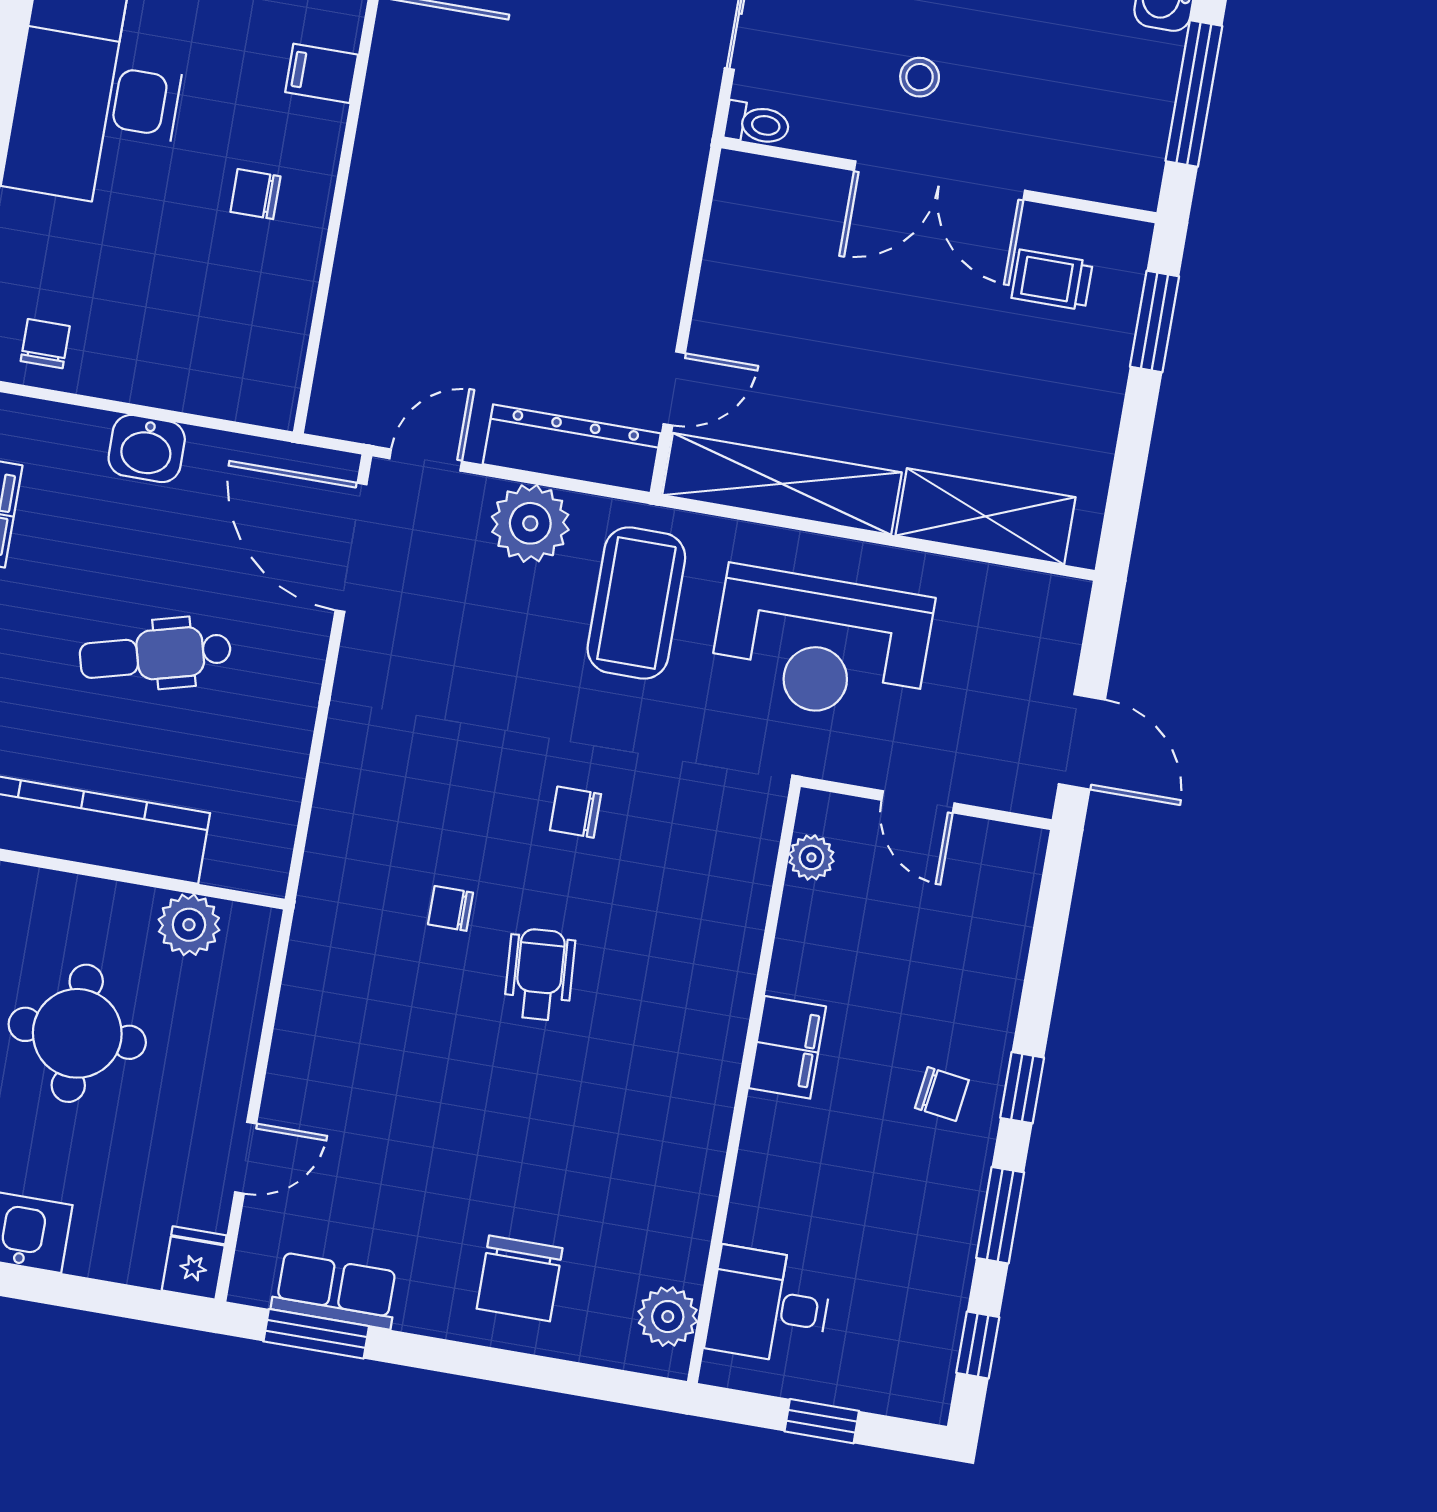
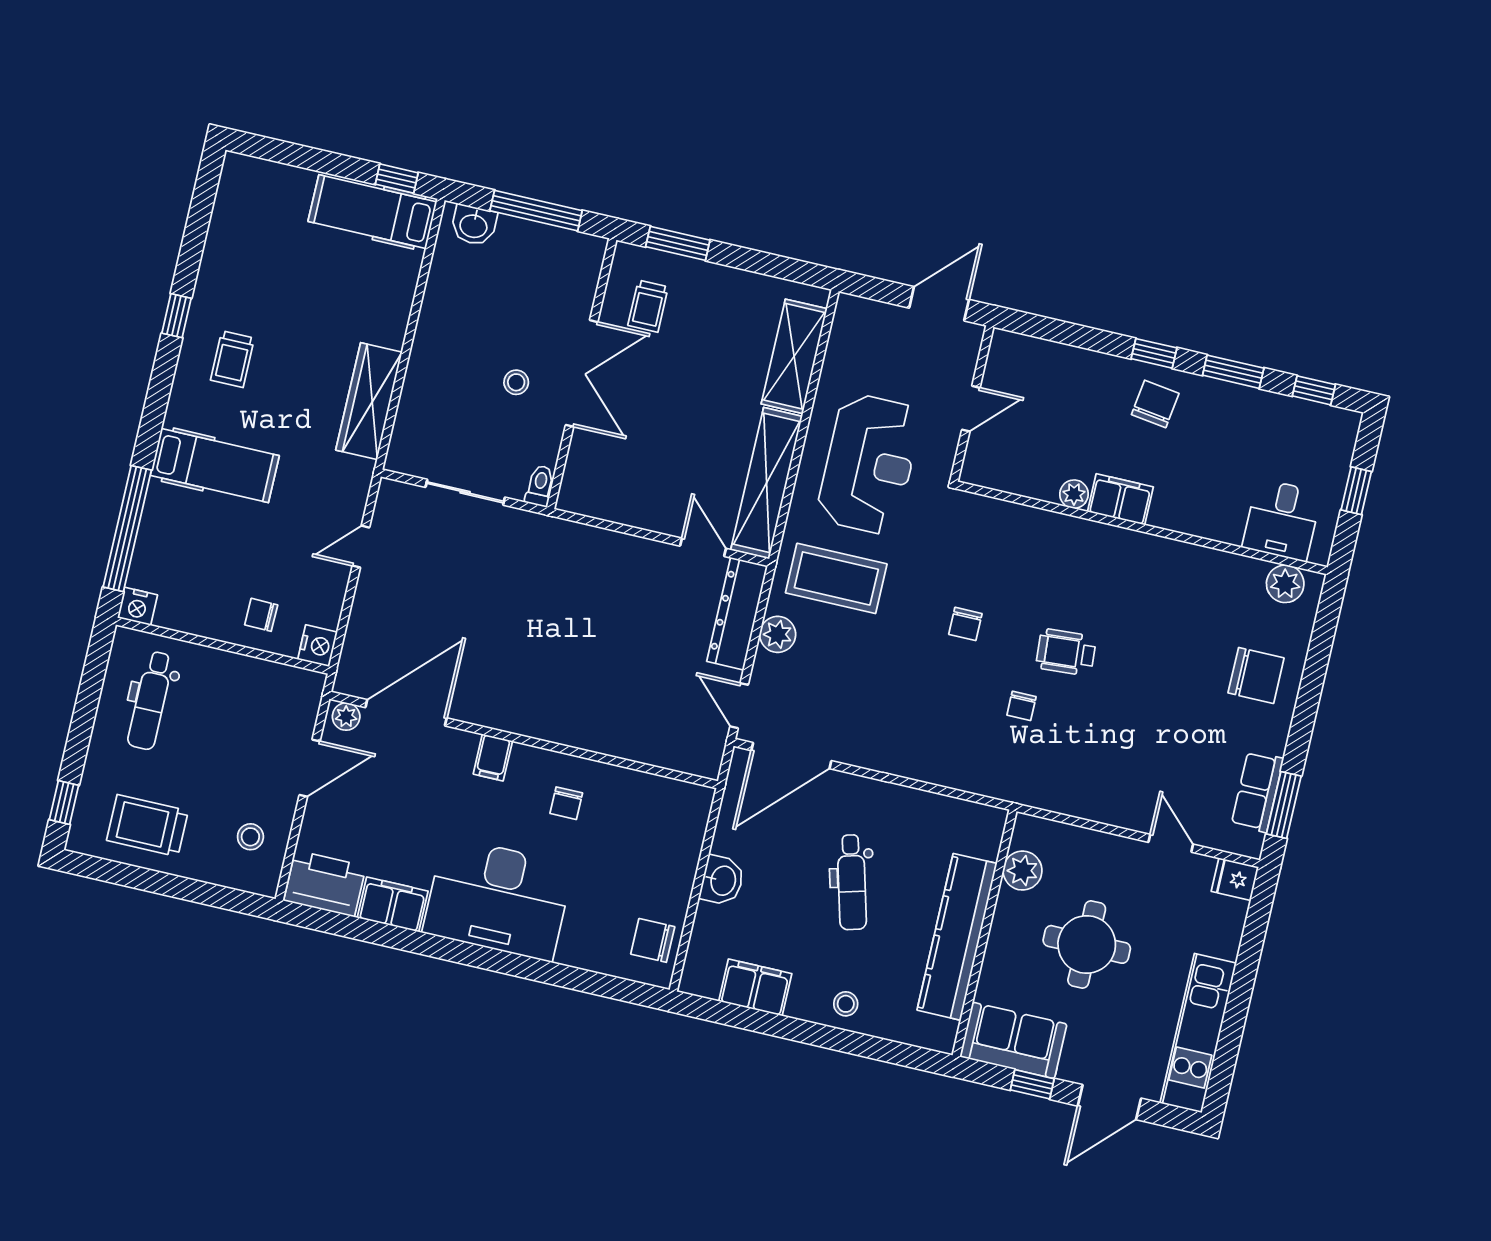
chair: (45, 344) -> (653, 940), width x1.37, depth x1.37
plant: (530, 523) -> (778, 634), width x0.73, depth x0.73
plant: (811, 857) -> (1074, 494), moved
chair: (942, 1094) -> (1155, 404), width x1.37, depth x1.37

